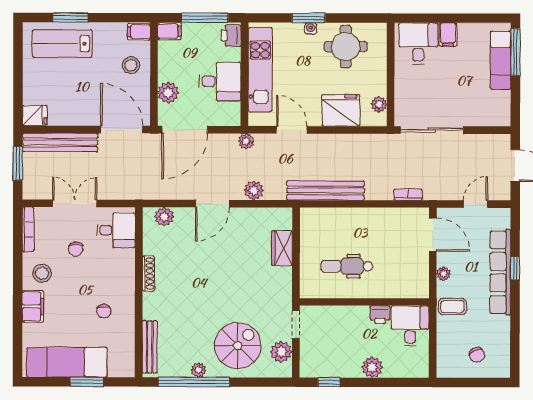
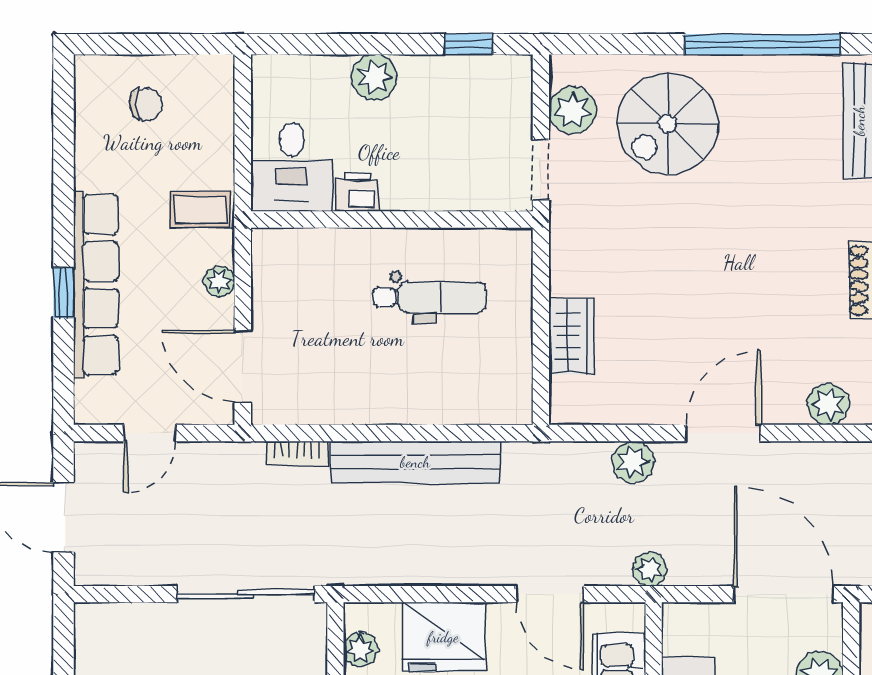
door: (185, 130) -> (784, 594), hinge flipped
bench: (326, 190) -> (415, 462), moved
chair: (477, 355) -> (146, 104), turned 116
plant: (199, 370) -> (753, 70), removed

